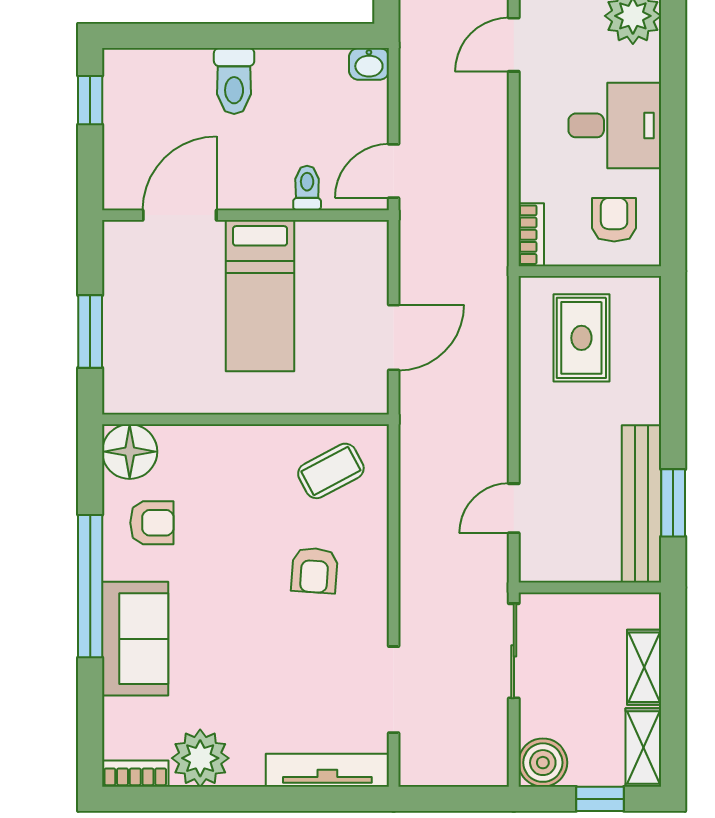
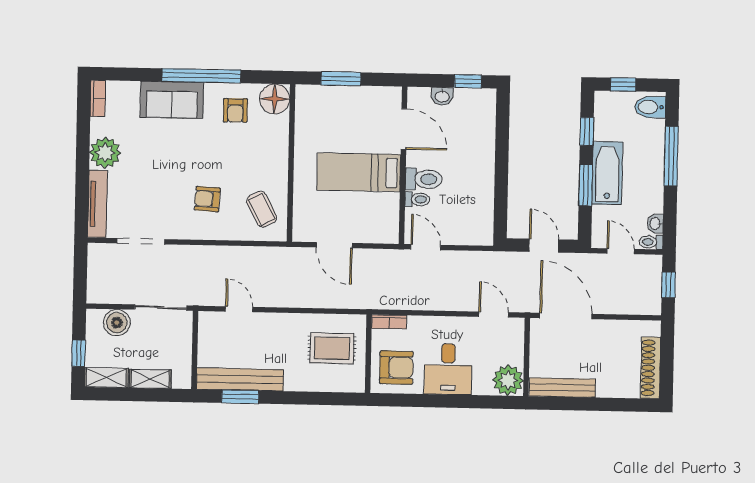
washbasin: (369, 64) -> (442, 96), moved, turned -90
toilet: (234, 81) -> (424, 179), moved, turned 180
armchair: (614, 220) -> (396, 368), width x1.38, depth x1.38
plant: (200, 758) -> (105, 153), moved
boiler: (543, 763) -> (117, 323), moved

